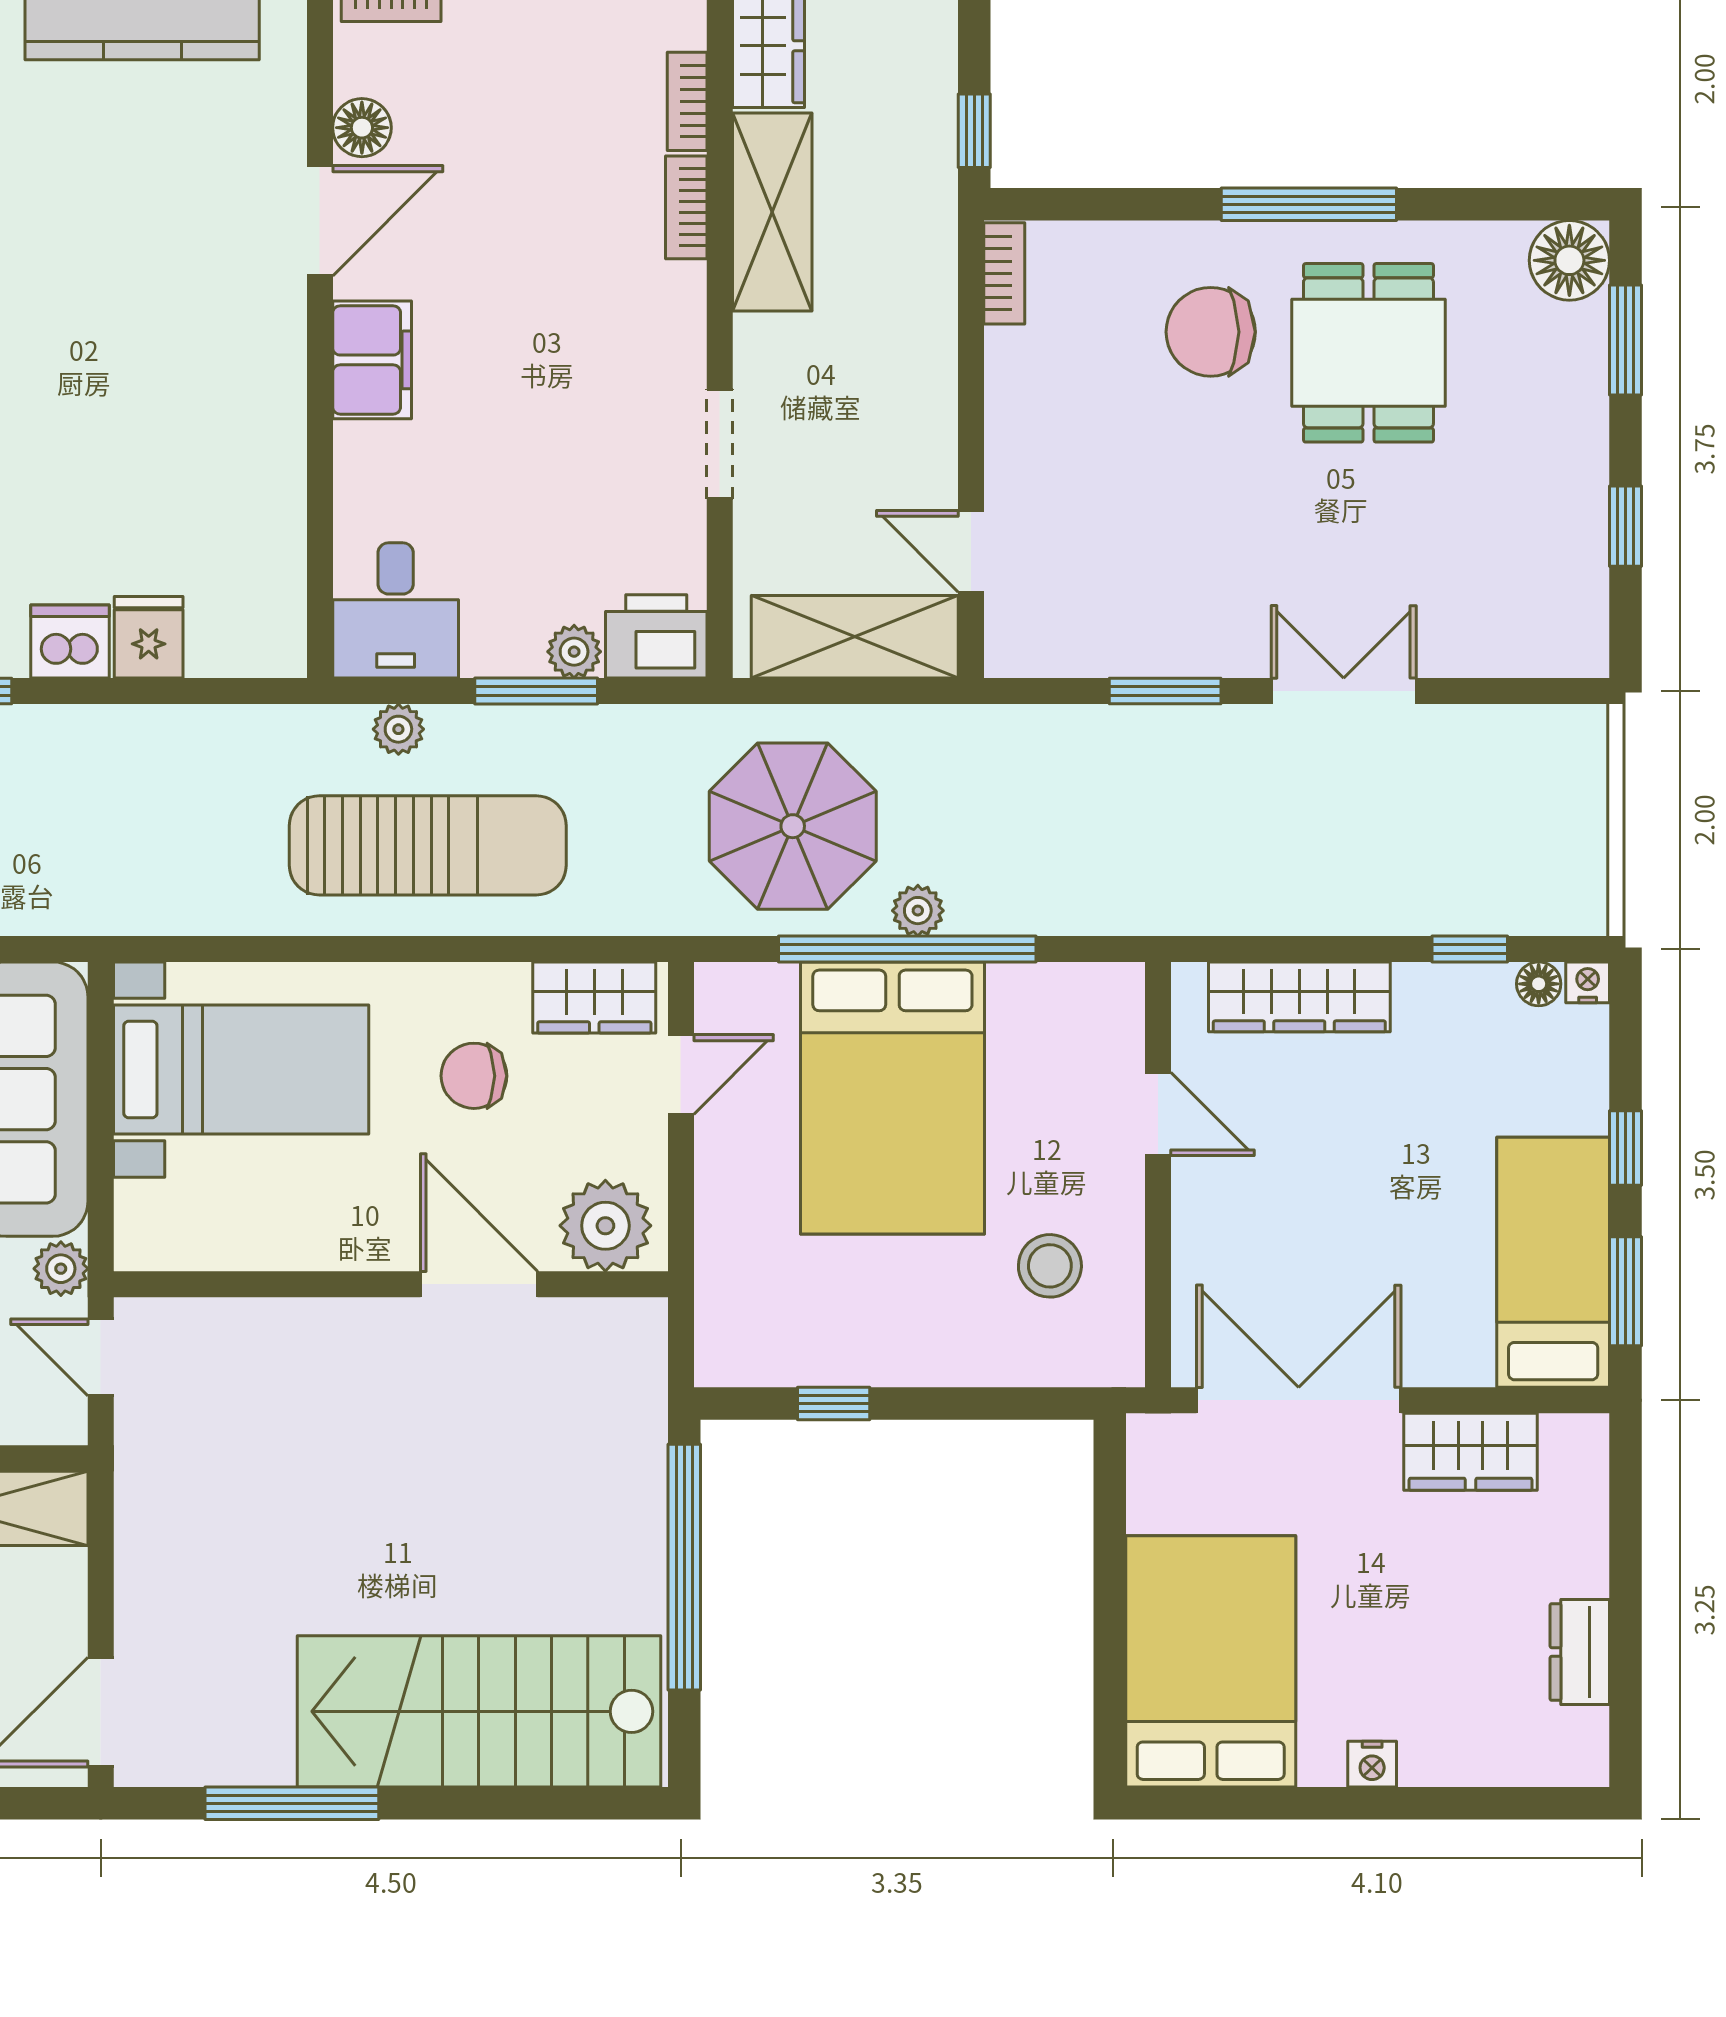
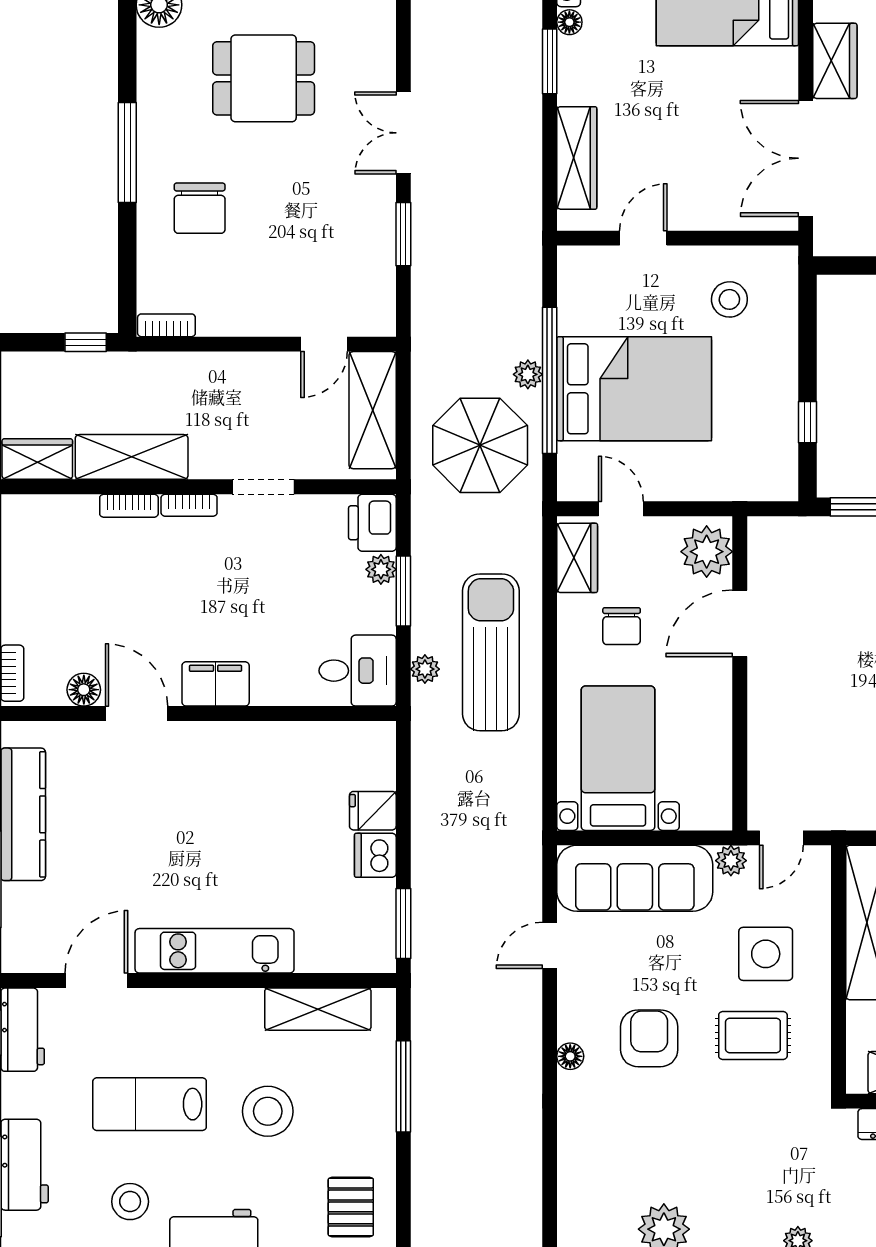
bookcase: (687, 101) -> (189, 505), moved
dining table: (1368, 353) -> (264, 78), moved
window: (1470, 949) -> (550, 61), width x1.50

